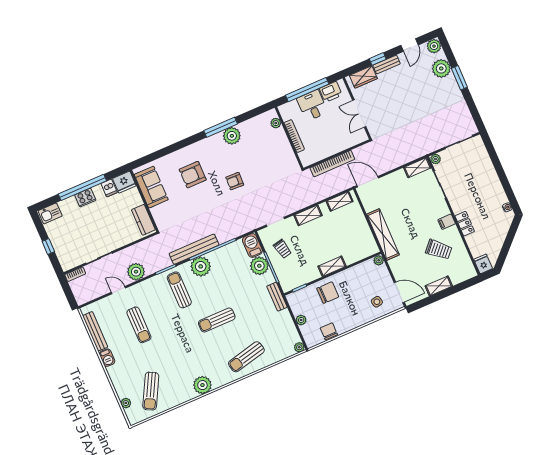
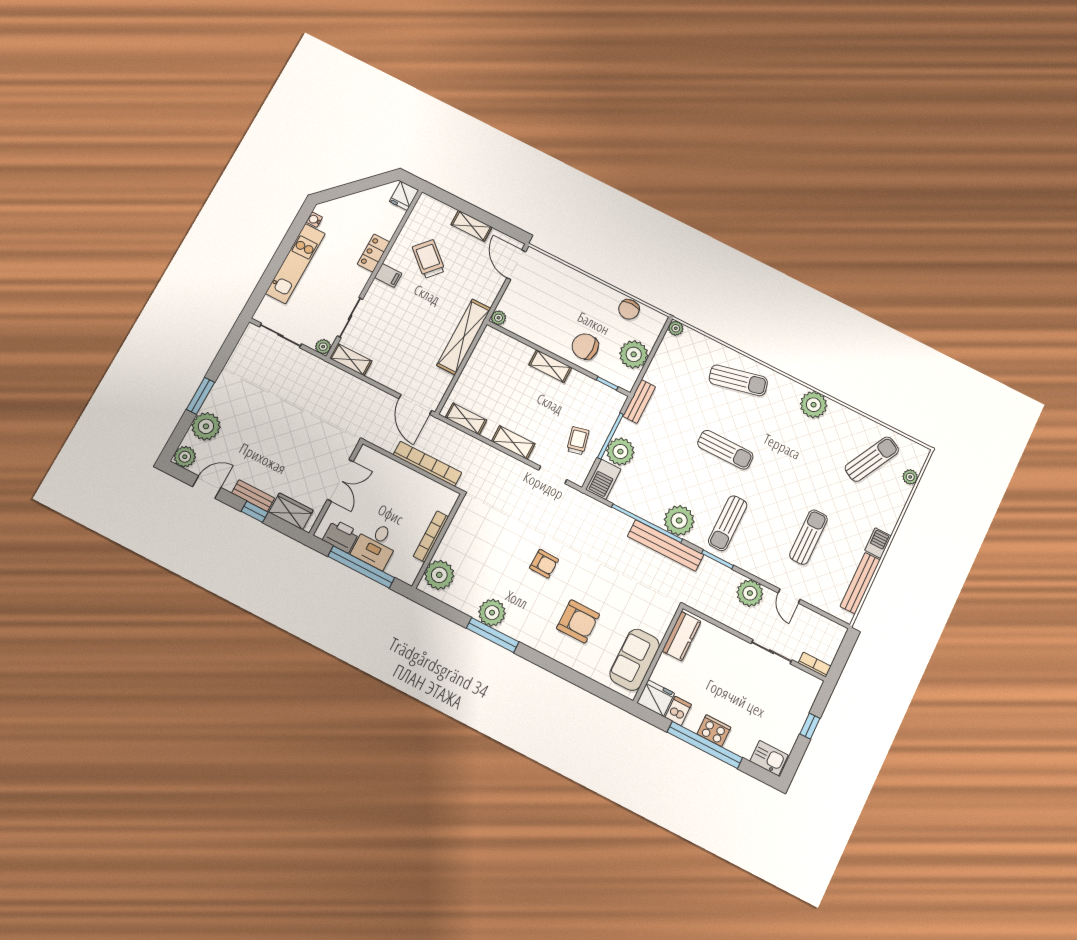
plant: (276, 123) -> (439, 575), width x1.88, depth x1.88
kitchen unit: (491, 179) -> (295, 264), added
side table: (377, 302) -> (549, 282), removed
plant: (301, 320) -> (634, 354), width x1.87, depth x1.87

